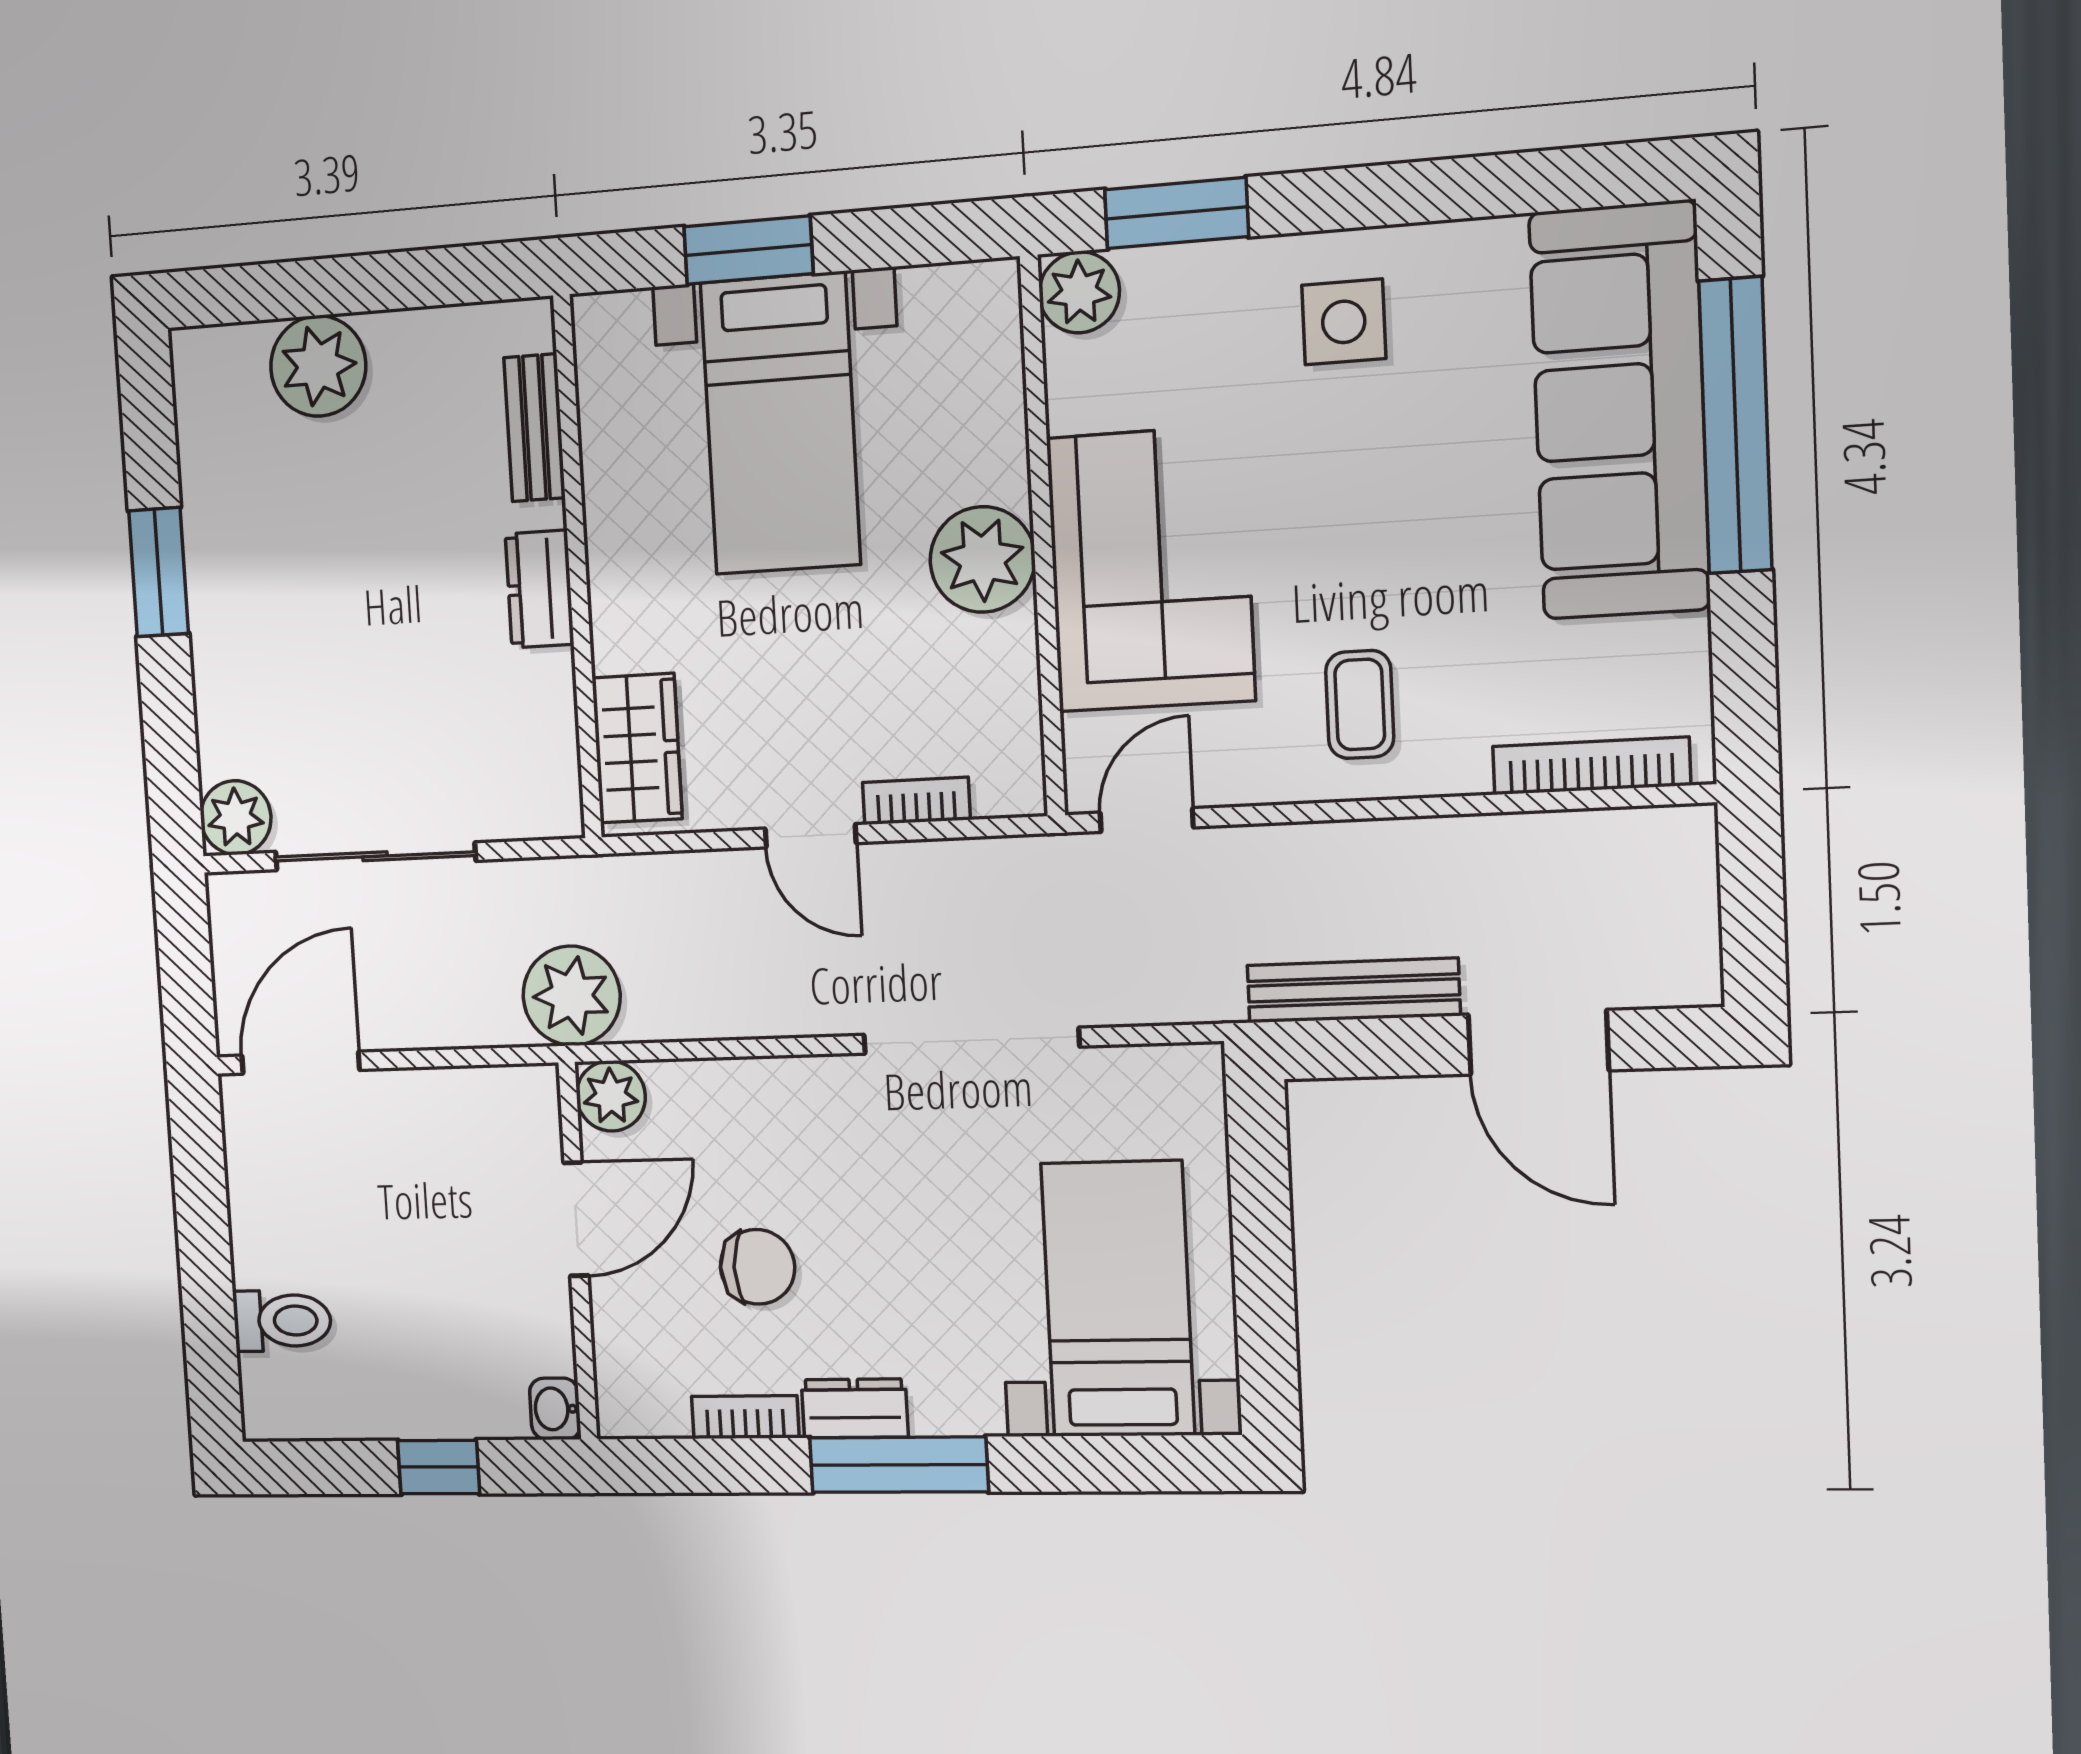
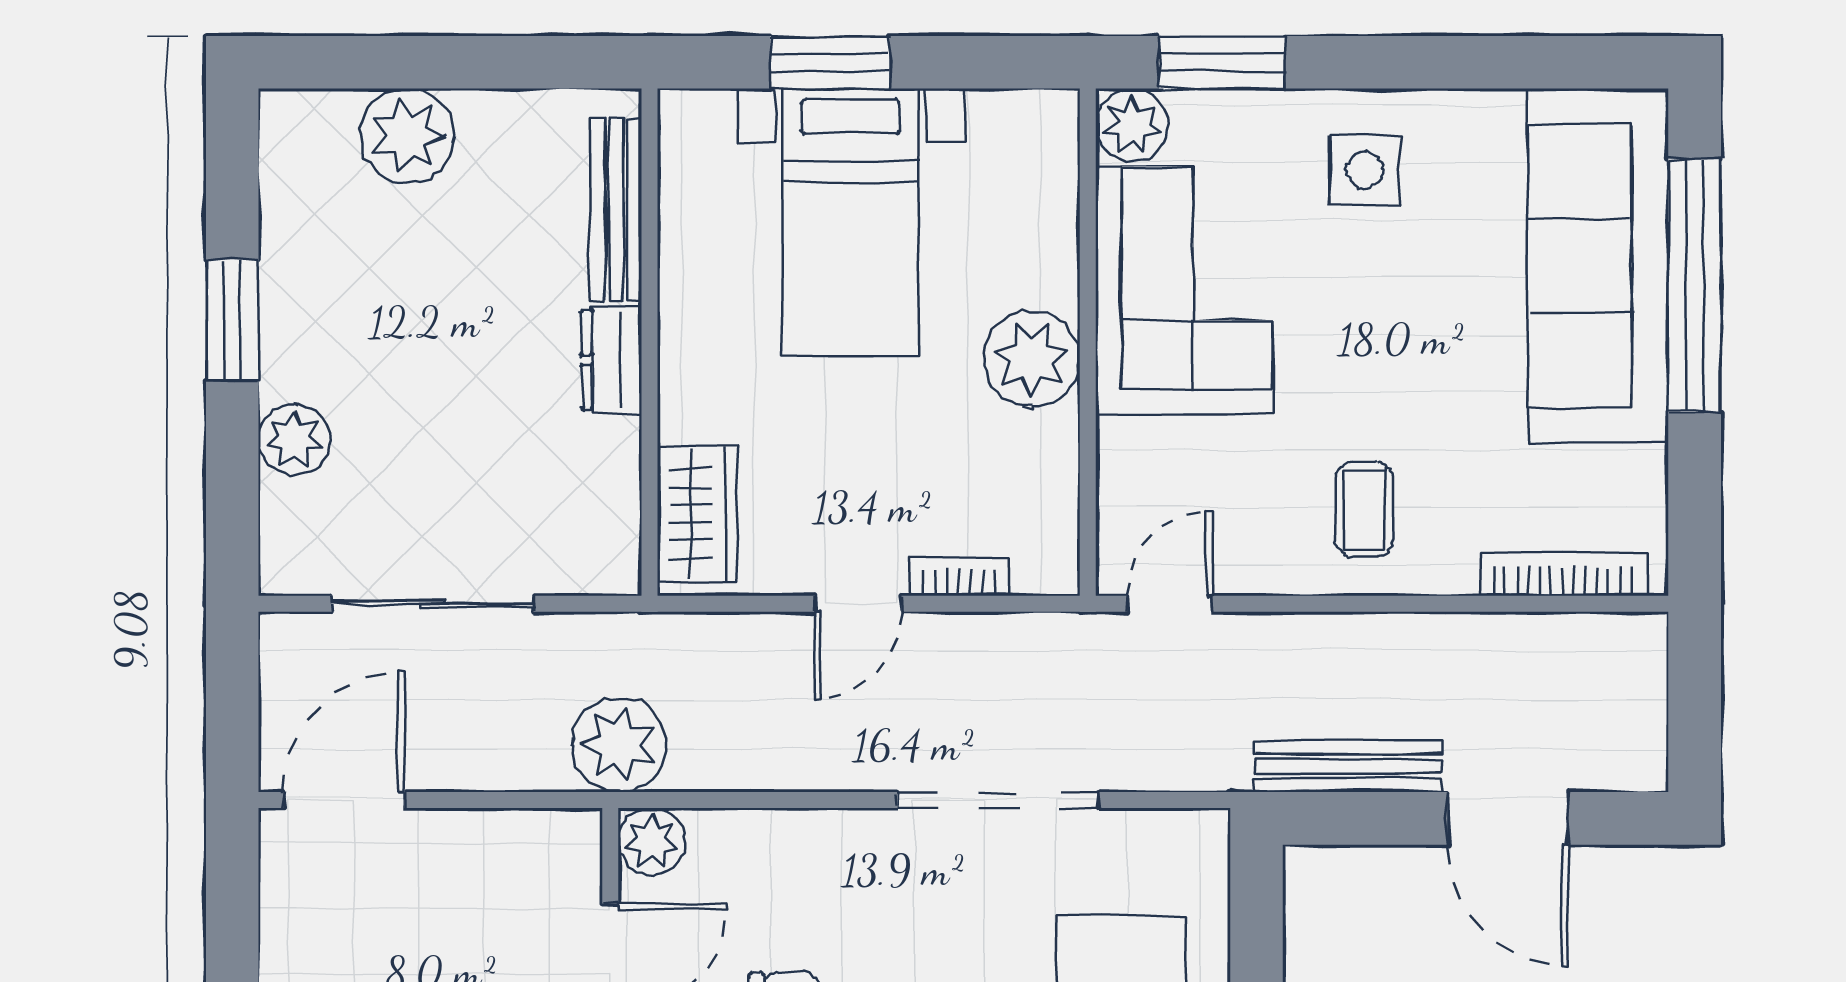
bench: (534, 428) -> (616, 209), width x1.36
corner sofa: (1151, 569) -> (1184, 291), moved
plant: (236, 818) -> (294, 440), moved
door: (811, 836) -> (858, 604), hinge flipped

